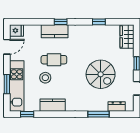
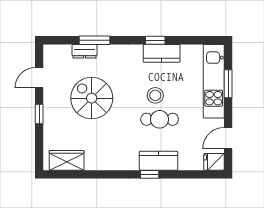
window: (99, 22) -> (94, 174), removed
wardrobe: (127, 37) -> (67, 160), moved, turned -90
stool: (45, 78) -> (155, 95), moved
dresser: (117, 107) -> (85, 51), moved
window: (27, 114) -> (155, 40), moved

